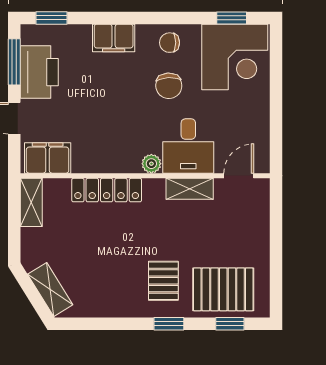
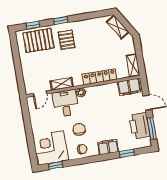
window: (51, 18) -> (127, 153), moved

